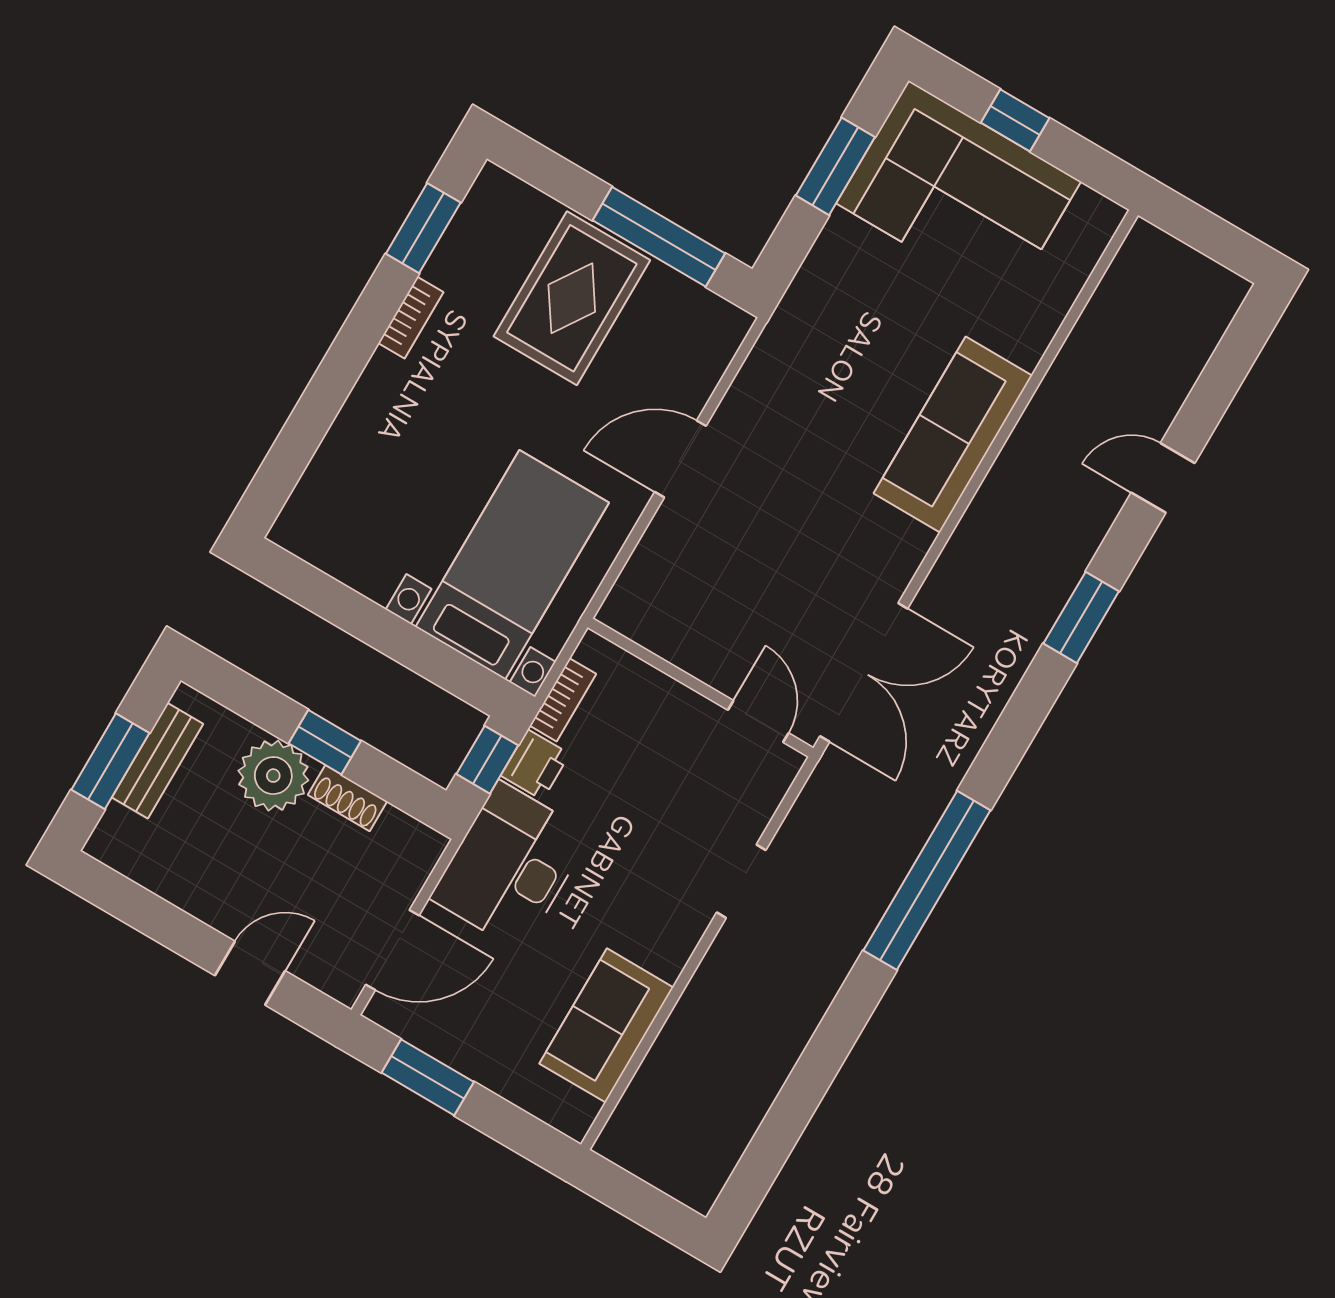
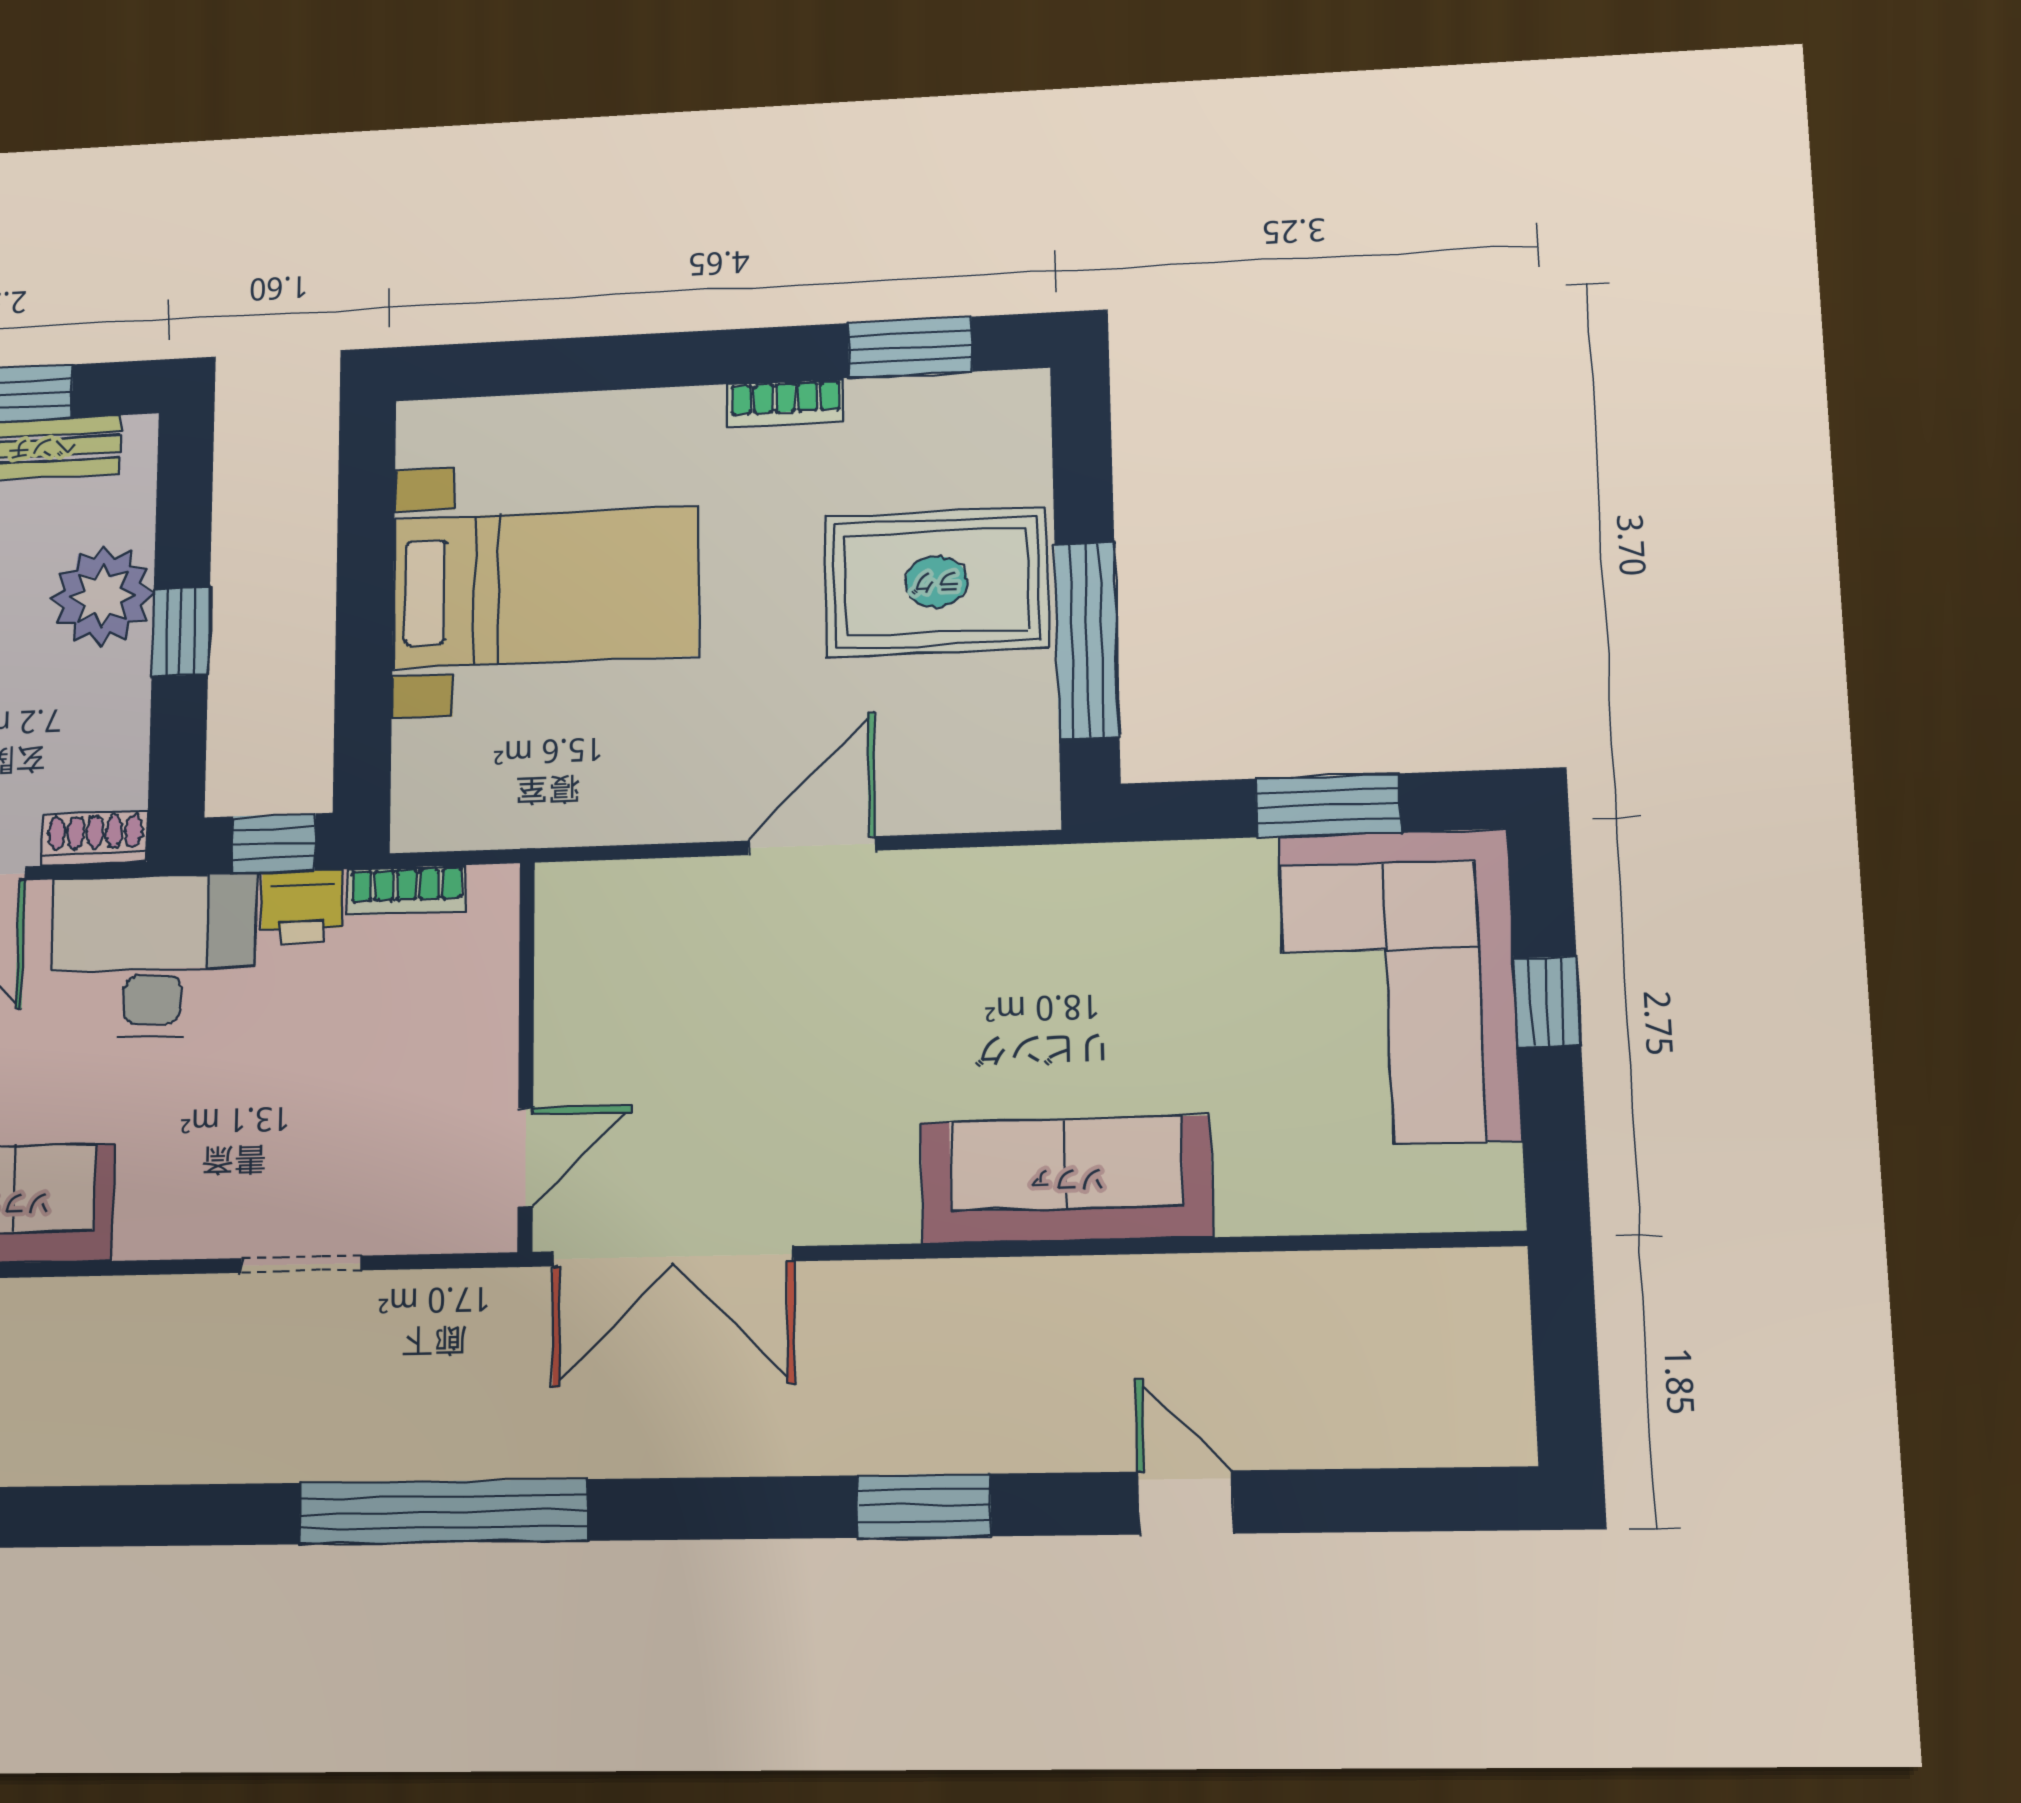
door: (680, 459) -> (812, 846), hinge flipped
bed with nightstands: (512, 565) -> (545, 587), moved
shoe rack: (348, 798) -> (95, 838), moved, turned 90

